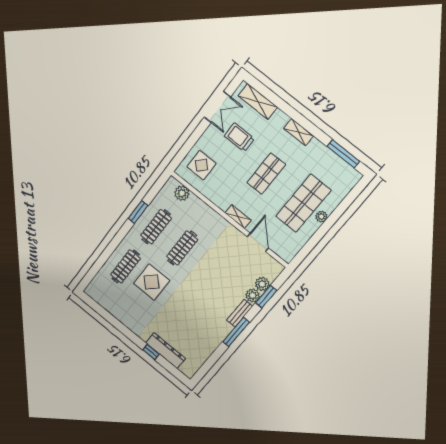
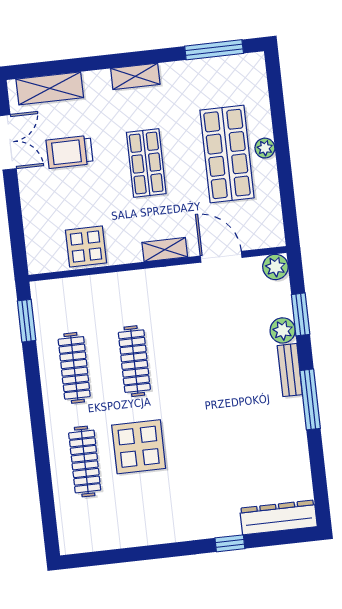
display table: (201, 165) -> (86, 247), moved
plant: (182, 193) -> (66, 291), removed
window: (138, 212) -> (27, 321), moved
plant: (262, 284) -> (275, 267), moved
dresser: (166, 351) -> (278, 517), moved

